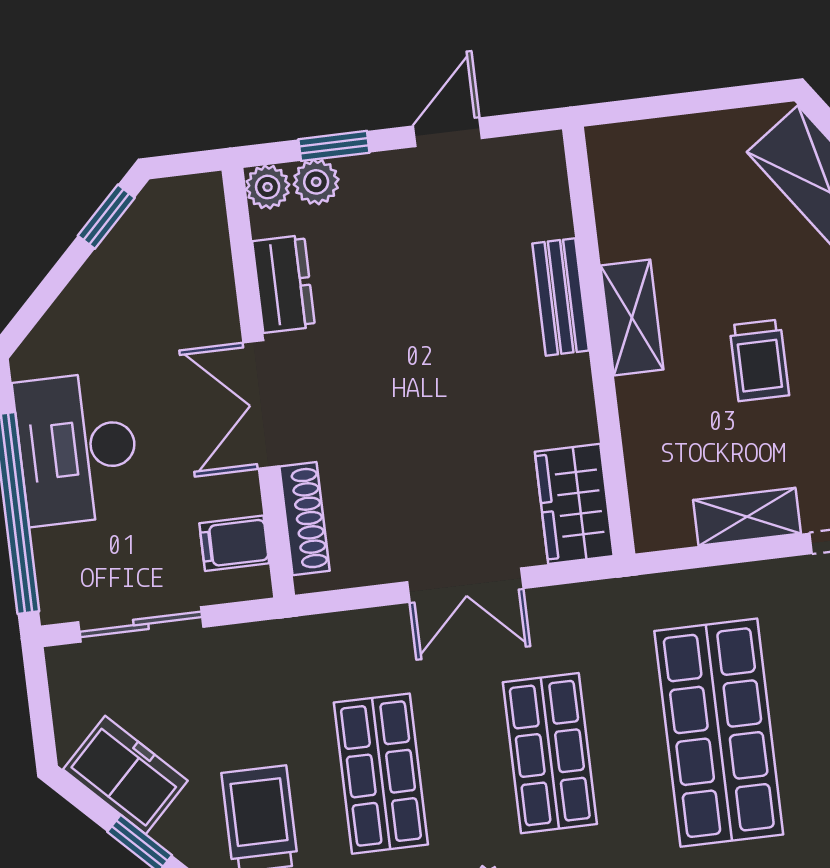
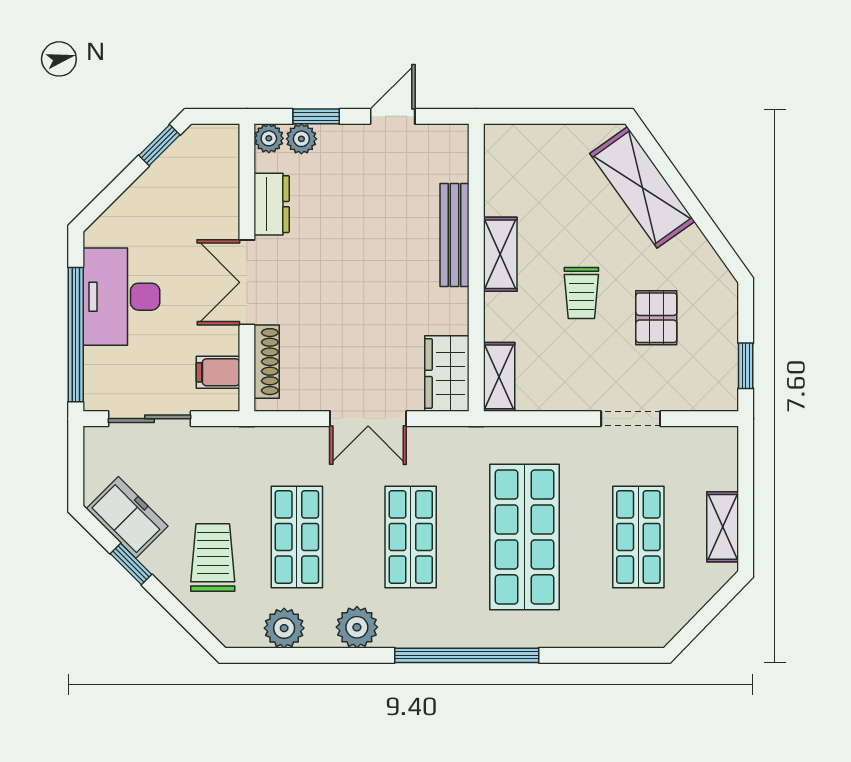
bench: (561, 297) -> (455, 235), width x1.36
shelving: (747, 517) -> (499, 377), moved, turned 90

